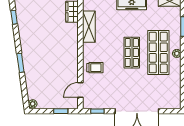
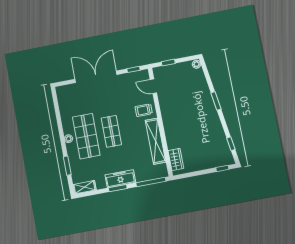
shelving: (89, 27) -> (156, 141), width x1.47
door: (80, 90) -> (153, 86), swing flipped

